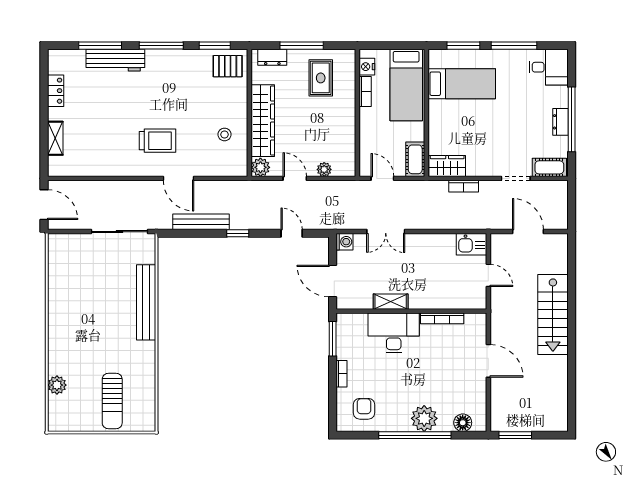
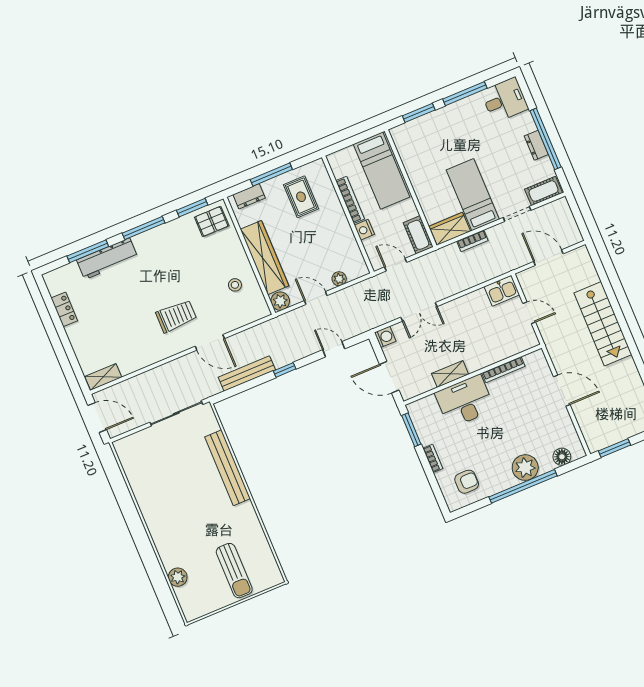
nightstand: (367, 67) -> (364, 230), moved
bed: (462, 84) -> (473, 195), moved, turned -90
bookcase: (365, 92) -> (350, 200), width x1.56
shelving: (55, 138) -> (103, 377), moved, turned 90
armchair: (364, 409) -> (467, 482), turned 90

